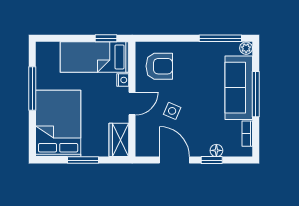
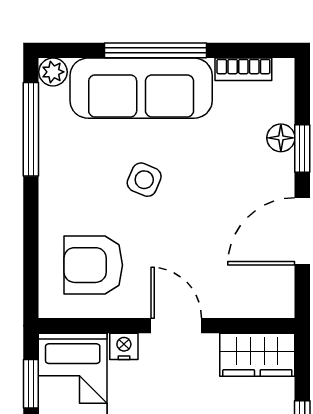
armchair: (159, 66) -> (93, 265), turned -90
side table: (172, 111) -> (144, 180), moved

